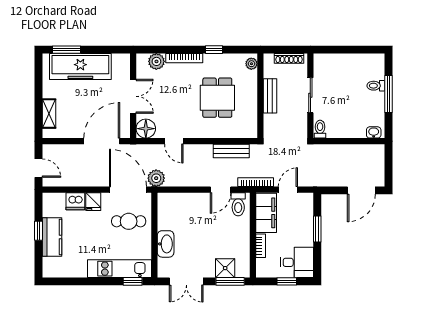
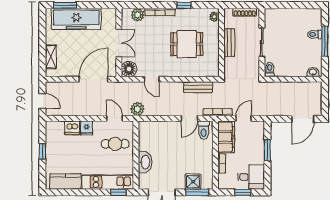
dining table: (217, 98) -> (187, 44), turned 90
door: (128, 190) -> (115, 118), width x0.53
kitchen counter: (52, 237) -> (65, 181), moved, turned -90

